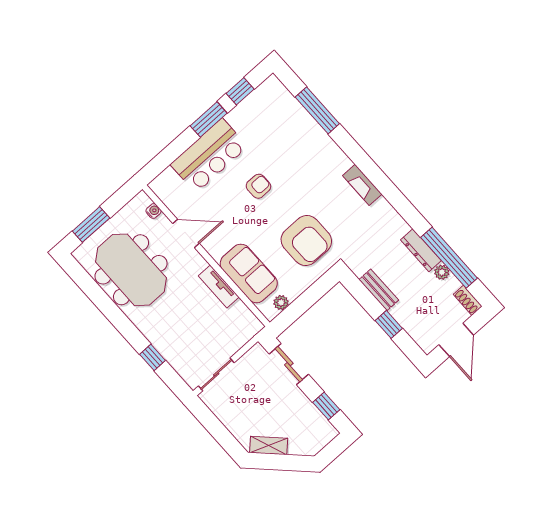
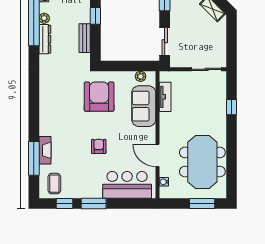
coffee table: (271, 103) -> (54, 184), added
bar counter: (209, 156) -> (127, 185), moved
fireplace: (362, 185) -> (45, 150), moved
armchair: (258, 186) -> (99, 146), turned 90
tv unit: (219, 287) -> (165, 97), moved

